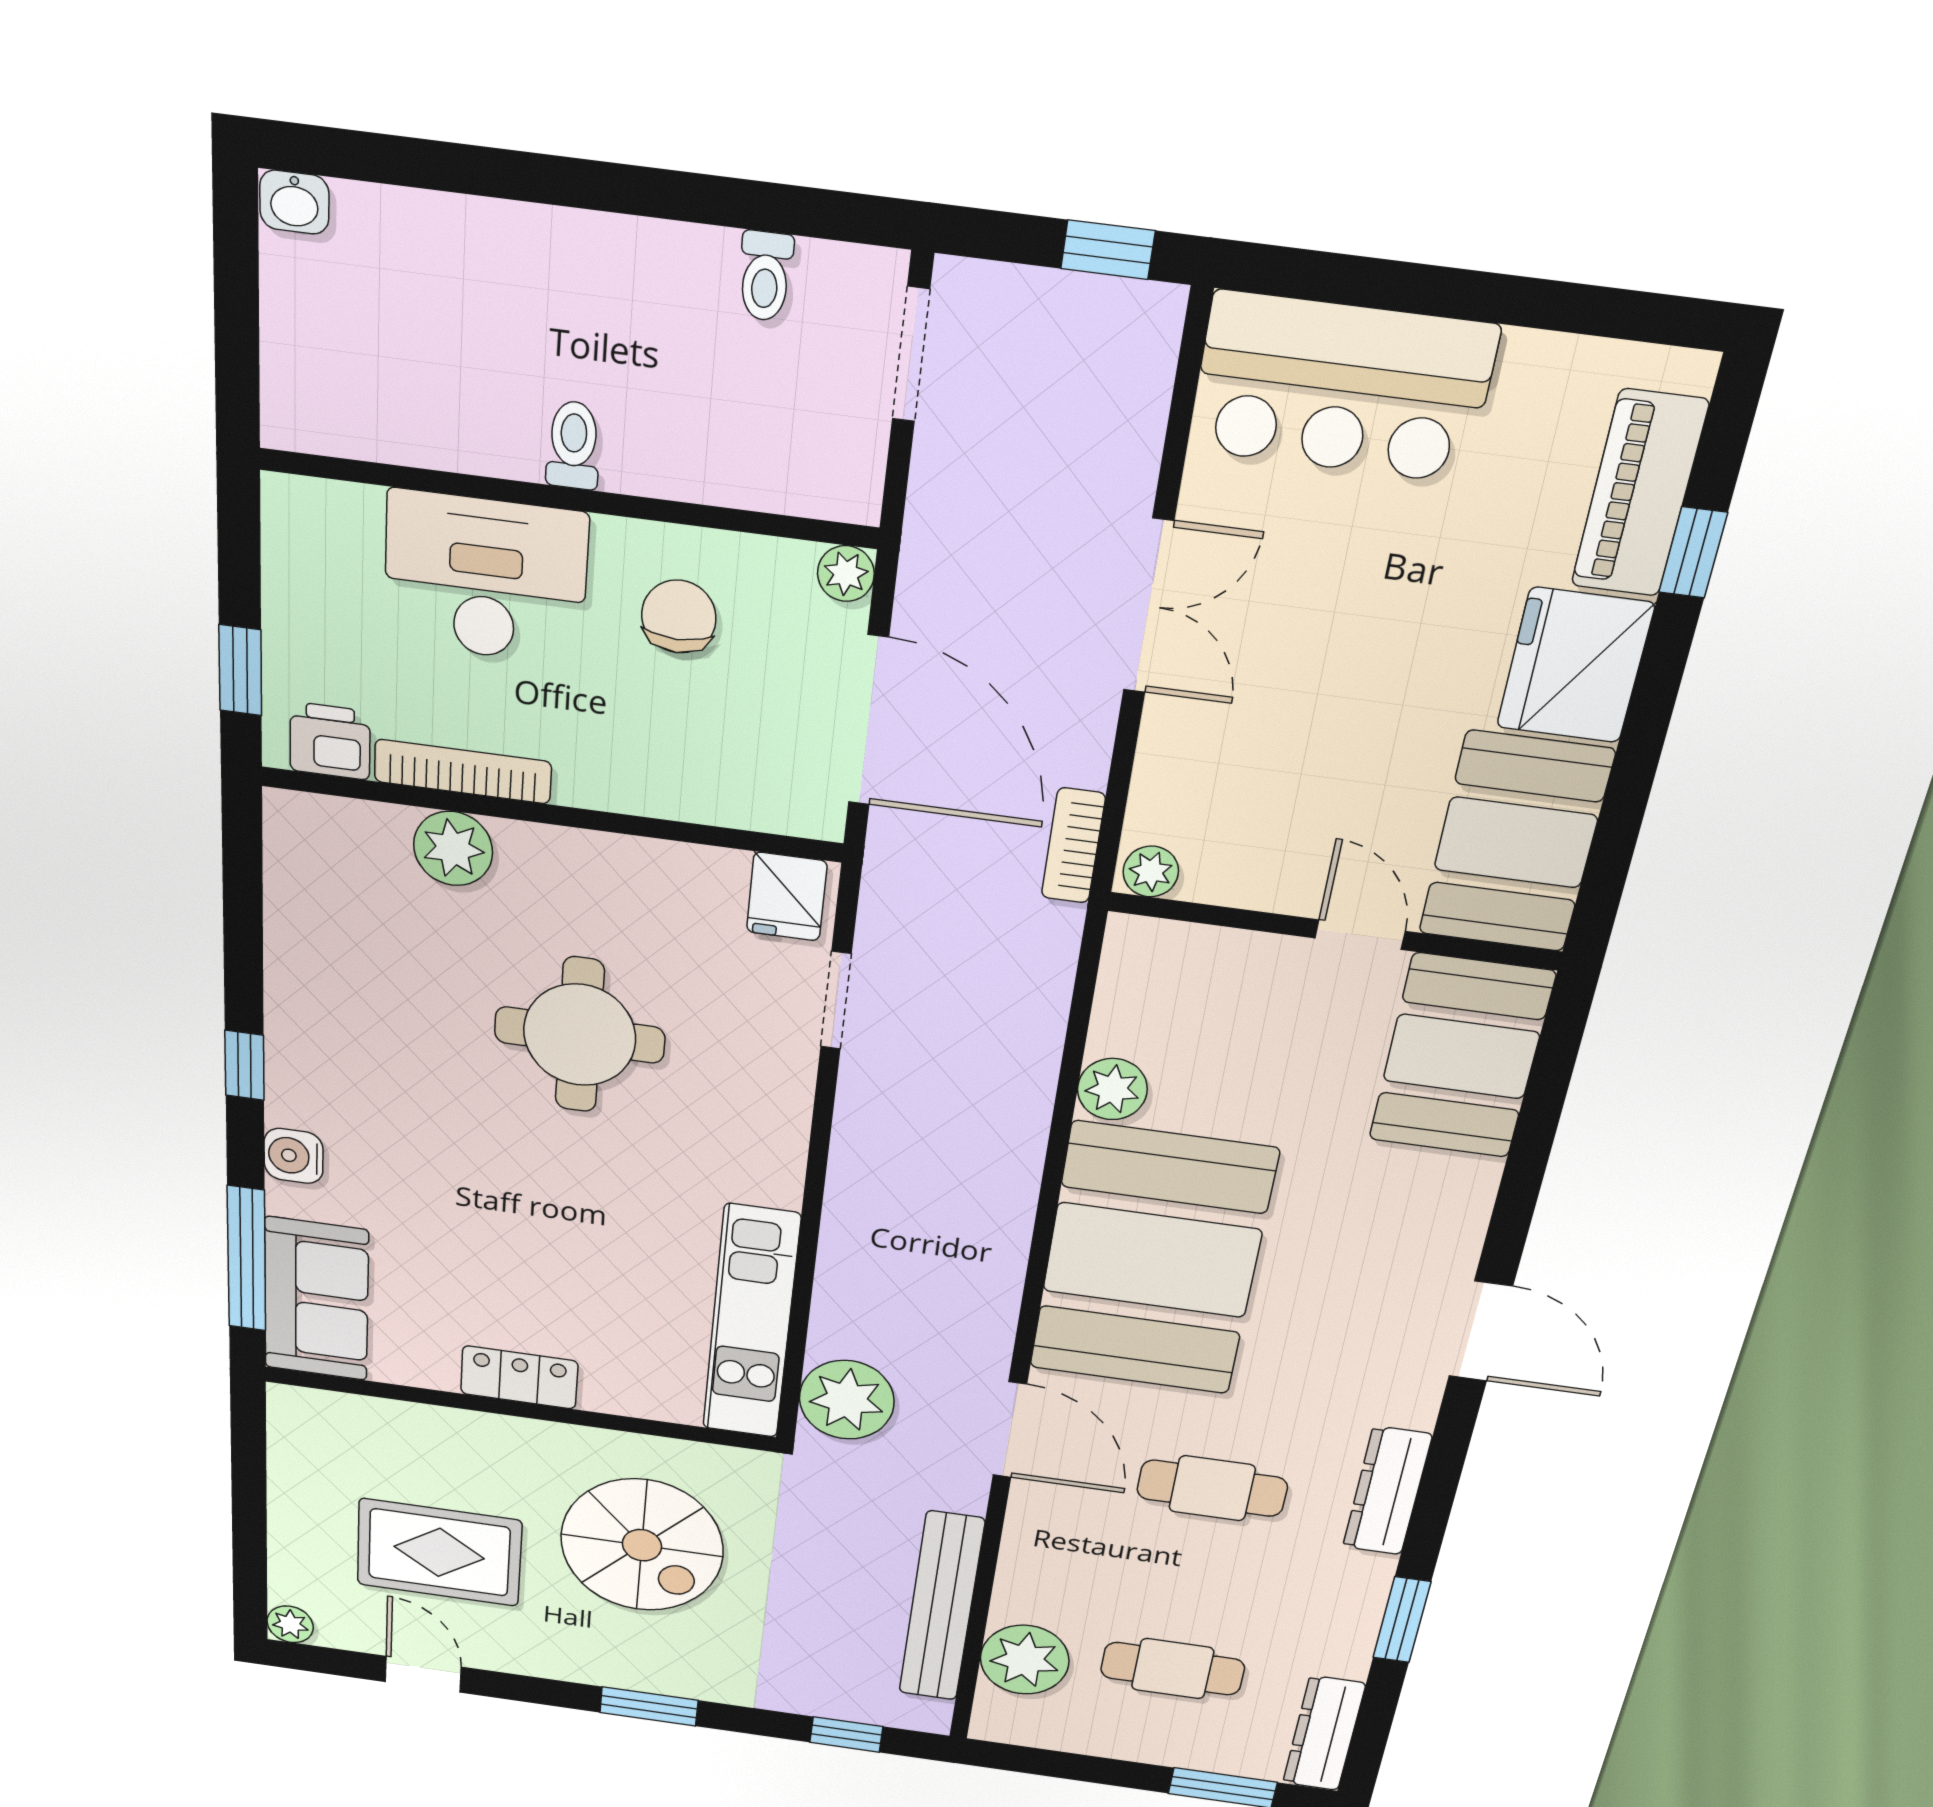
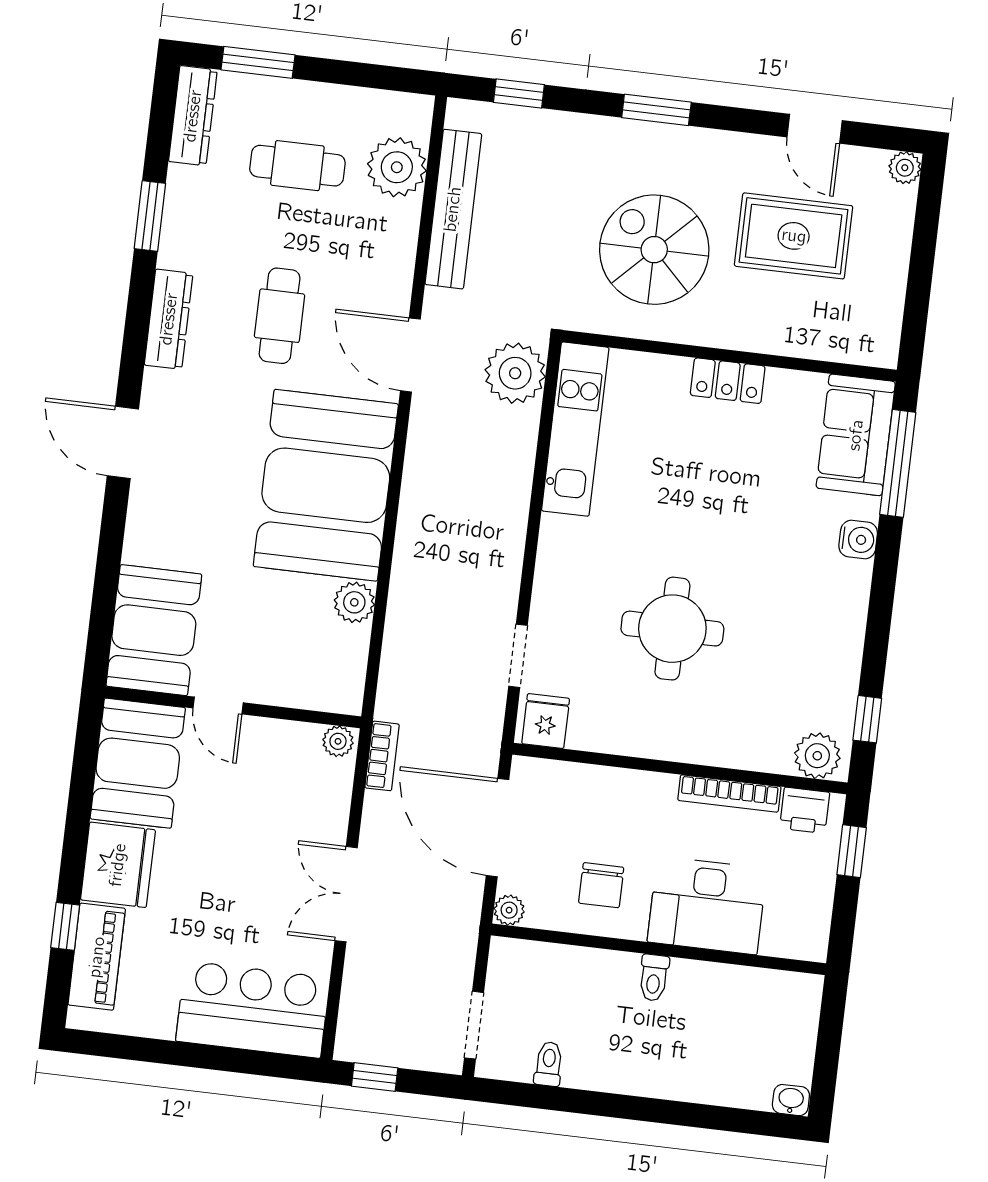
plant: (453, 849) -> (817, 756), moved
window: (245, 1065) -> (867, 719), moved
cafe table: (1212, 1488) -> (280, 316), turned 90

